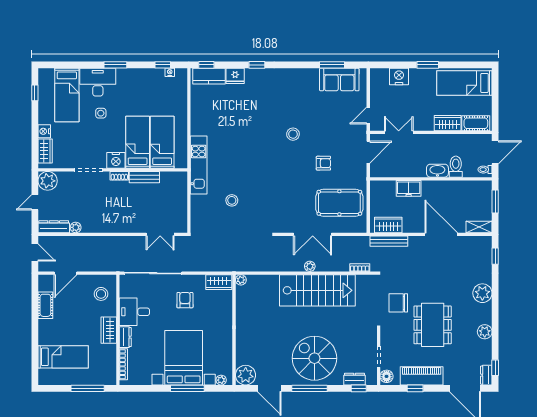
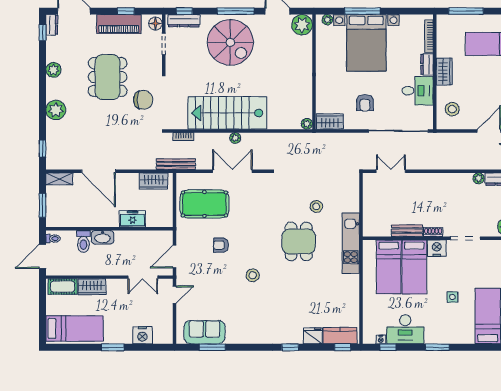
desk: (98, 82) -> (405, 329), moved
dining table: (249, 167) -> (299, 241), added
bench: (389, 241) -> (176, 164), moved
dresser: (354, 379) -> (184, 21), width x1.44

